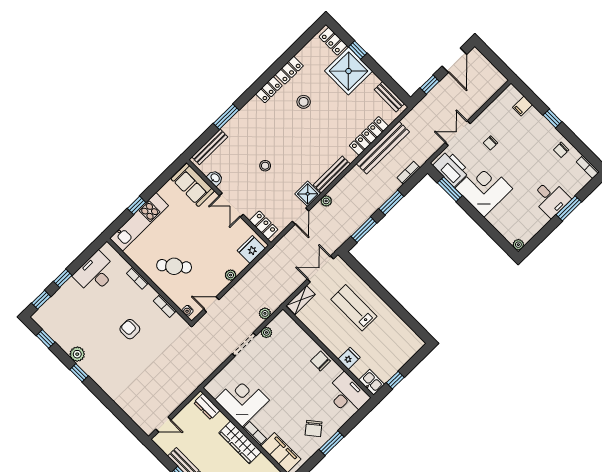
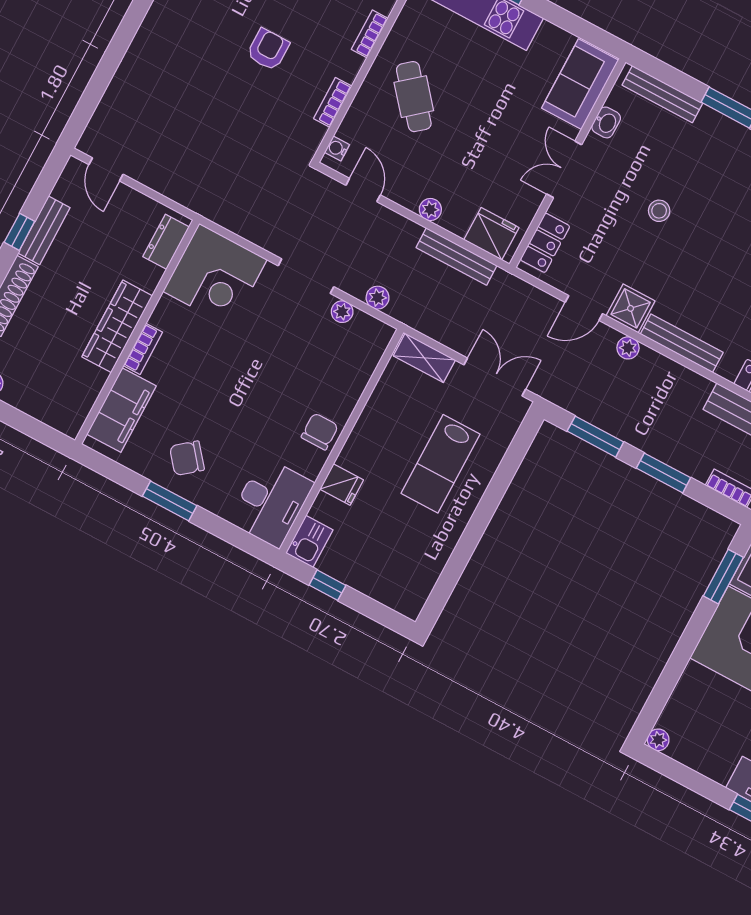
bench: (257, 270) -> (456, 257), added
lab bench: (354, 308) -> (441, 464), turned 180
corner desk: (242, 400) -> (215, 275), moved, turned 90

